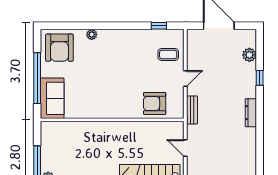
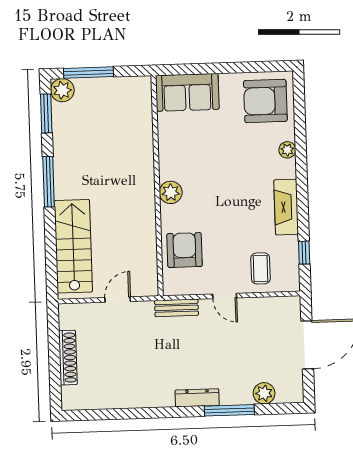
fireplace: (129, 36) -> (286, 207), added
window: (37, 78) -> (218, 68), removed
window: (260, 78) -> (229, 410), width x2.17
plant: (117, 111) -> (171, 192), added
dresser: (251, 113) -> (197, 398), moved

